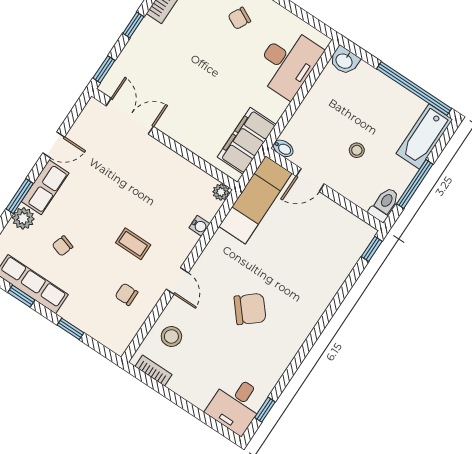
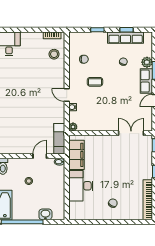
washbasin: (344, 61) -> (45, 214), moved
desk: (288, 63) -> (81, 186), moved
double door: (130, 116) -> (131, 133), swing flipped
exam couch: (255, 200) -> (59, 139), width x0.73, depth x0.69
door: (177, 281) -> (67, 95), moved
chair: (250, 309) -> (29, 87), removed

